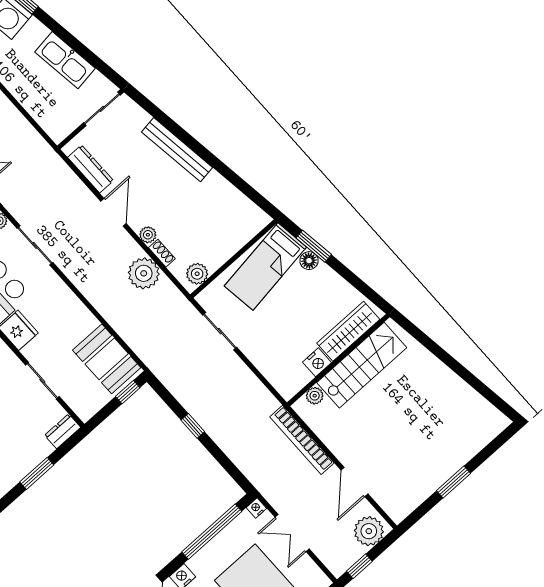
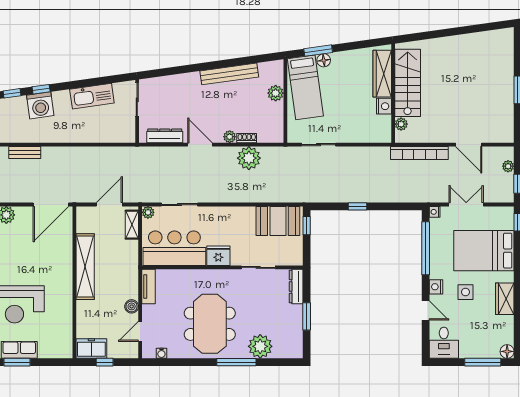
bench: (177, 150) -> (229, 74), moved
plant: (197, 274) -> (276, 93), moved
dresser: (63, 431) -> (296, 287), width x1.44
plant: (369, 531) -> (508, 166), width x0.53, depth x0.53
double door: (292, 533) -> (466, 205), swing flipped

